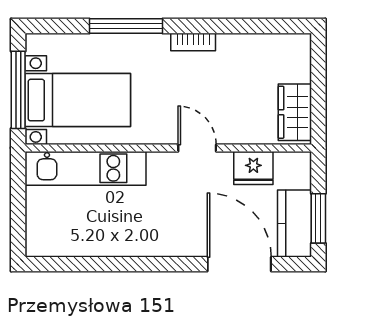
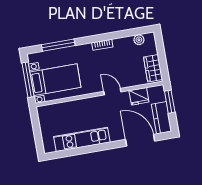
window: (126, 26) -> (58, 45), moved
plant: (275, 45) -> (139, 40), added
kitchen unit: (86, 168) -> (82, 139), moved, turned 180
window: (318, 218) -> (170, 102), moved

